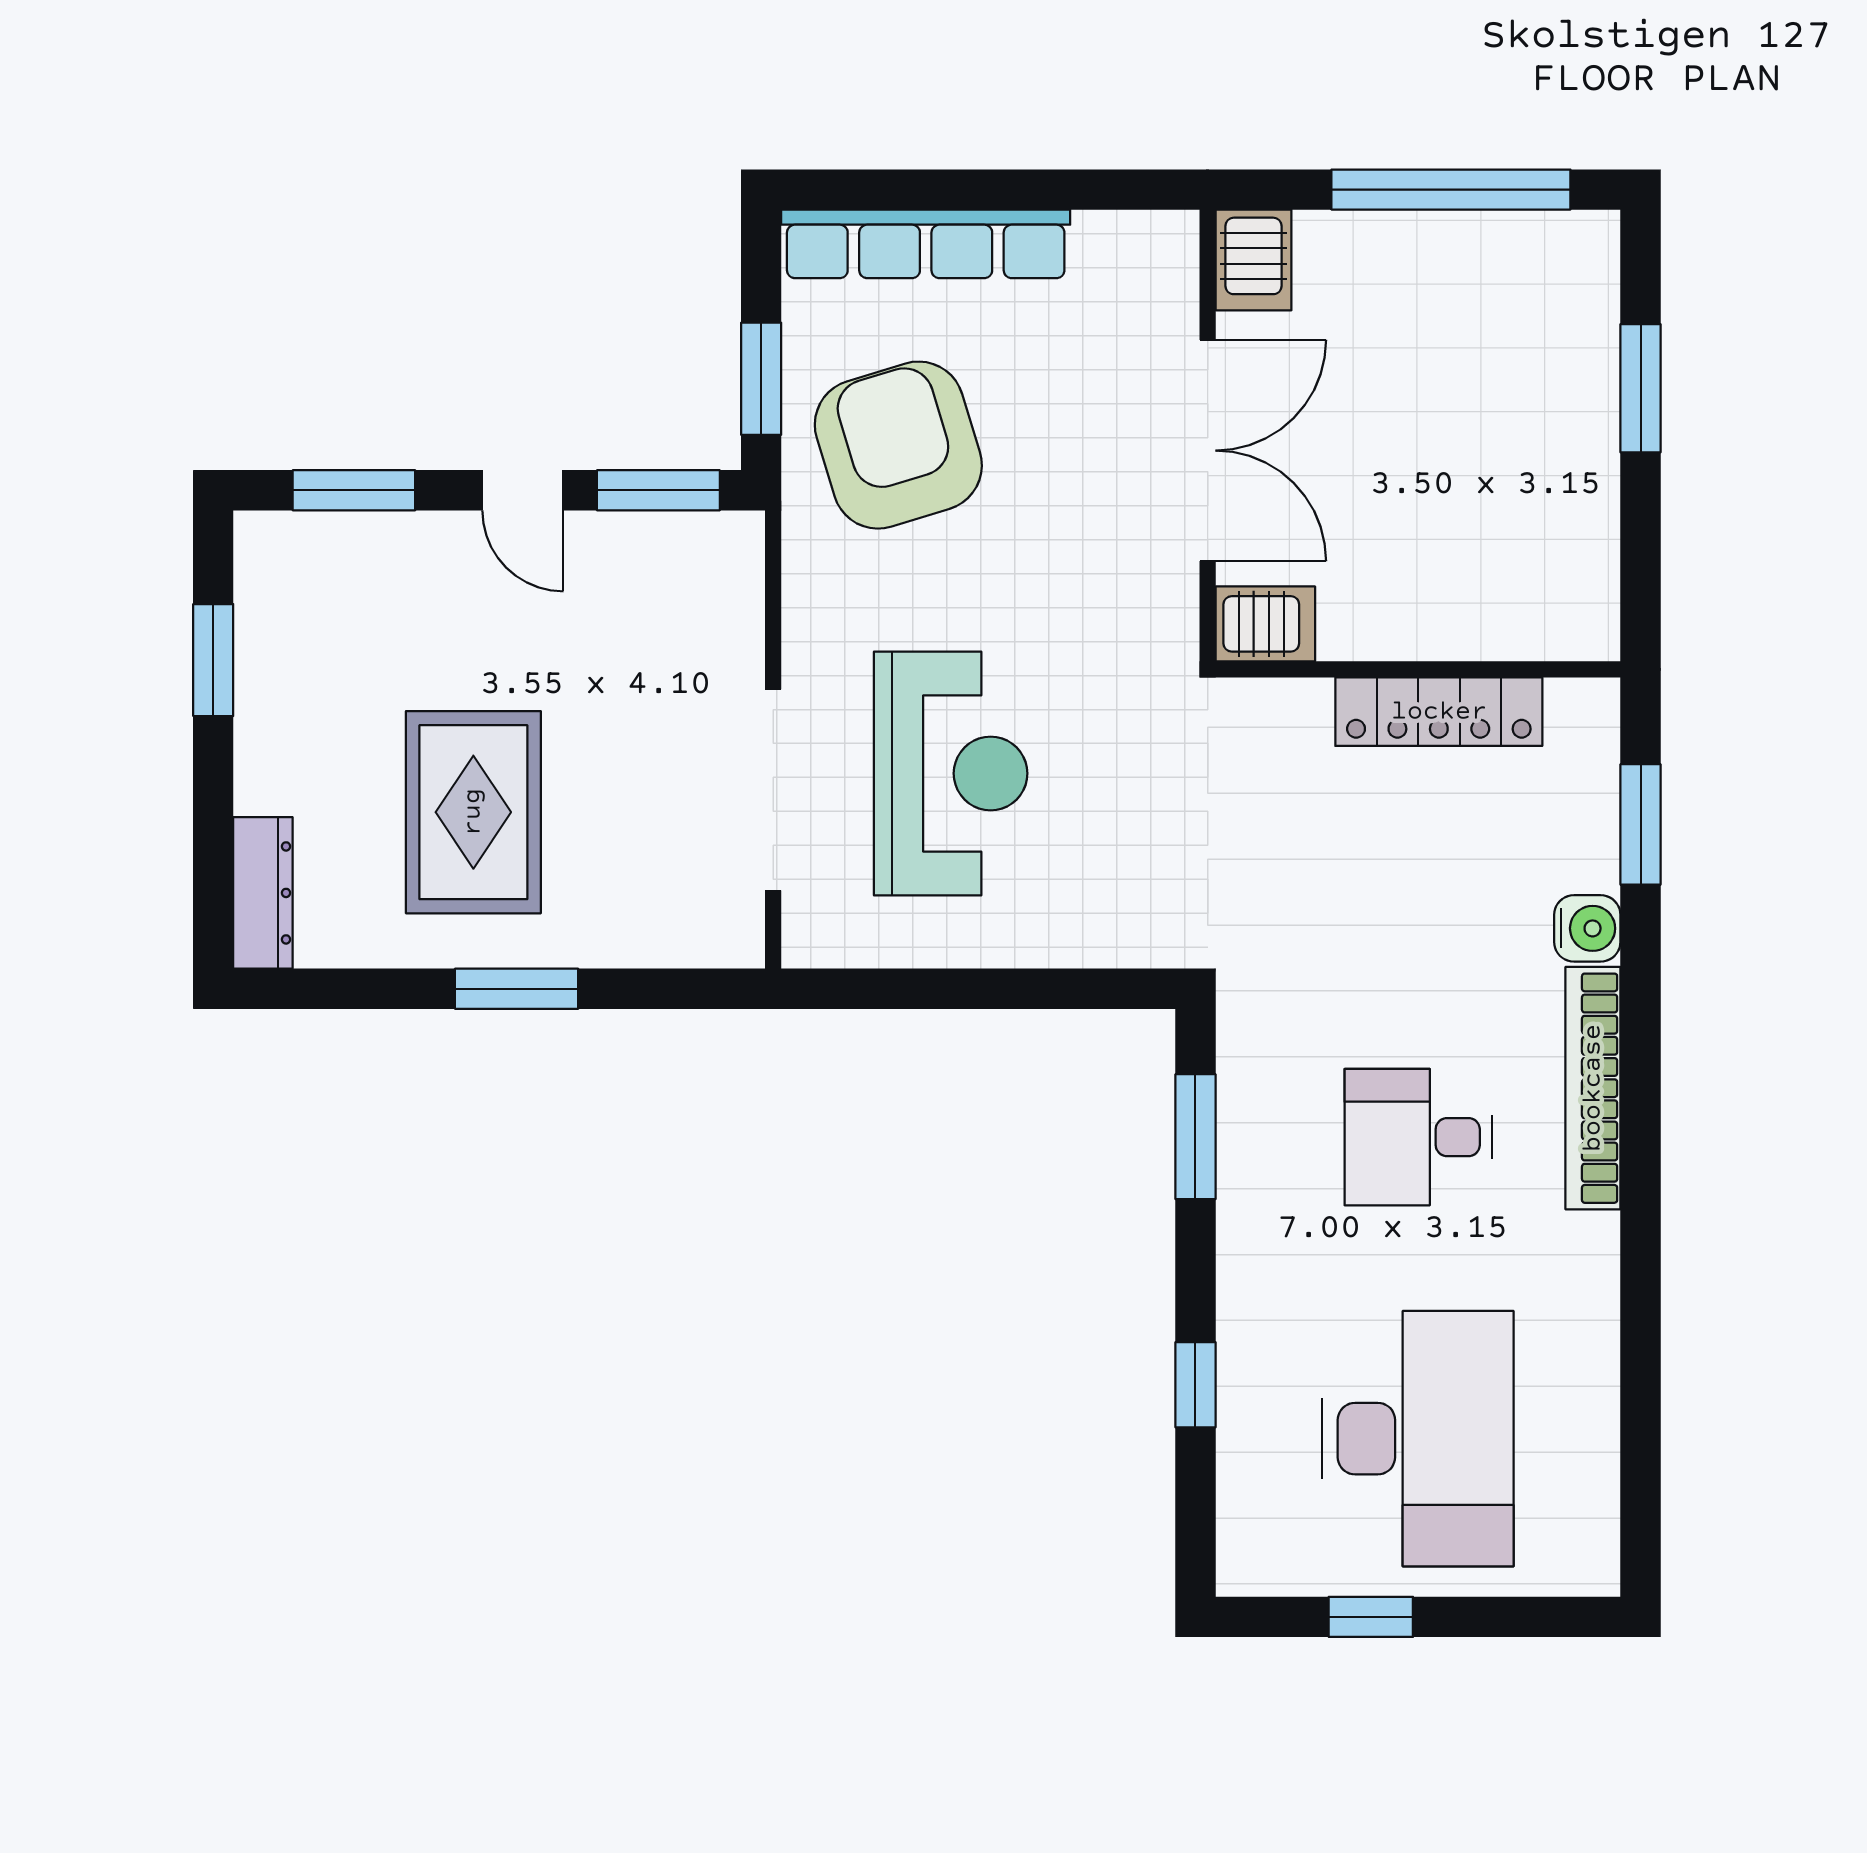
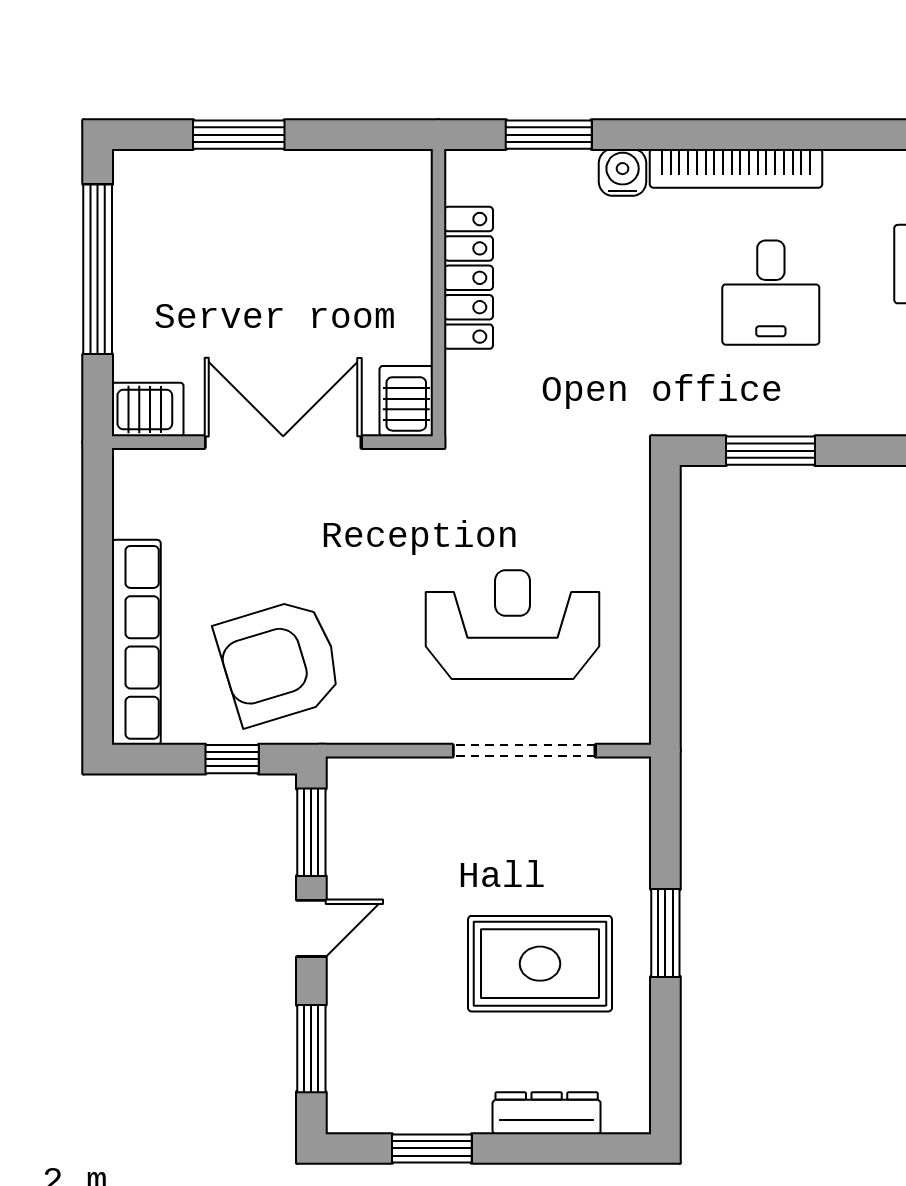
window: (761, 379) -> (232, 759), width x0.67
dresser: (263, 893) -> (547, 1113), moved

